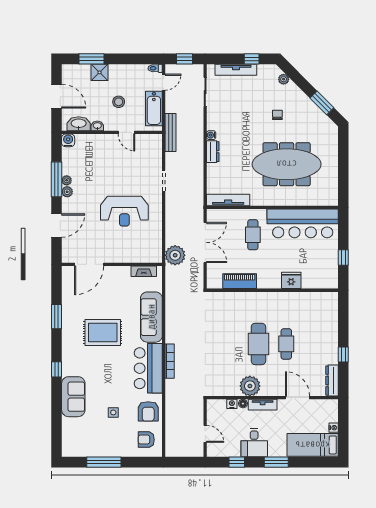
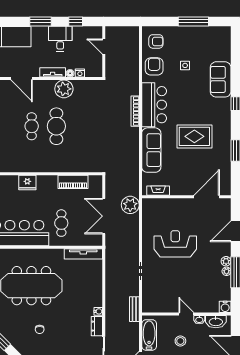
door: (126, 132) -> (186, 314), moved
bench: (171, 133) -> (134, 309), width x0.73
dresser: (213, 152) -> (97, 326), moved

